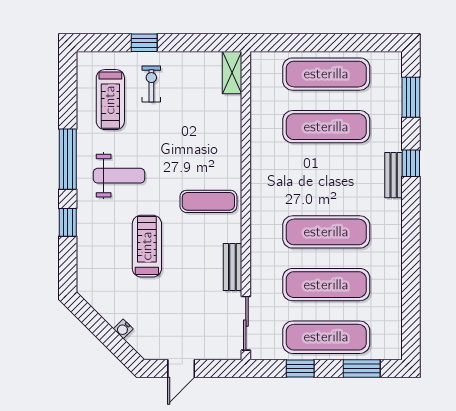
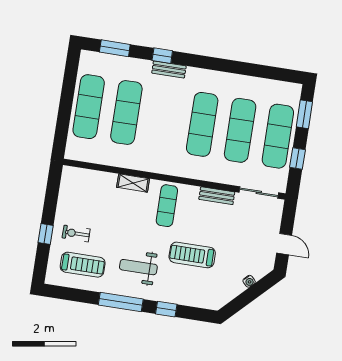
shelving: (232, 73) -> (133, 183), moved
weight bench: (119, 176) -> (138, 267), turned -90

